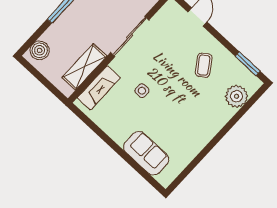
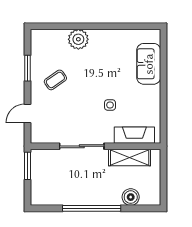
boiler: (40, 50) -> (131, 197), moved
window: (248, 64) -> (28, 68), moved
plant: (236, 96) -> (78, 39), moved

